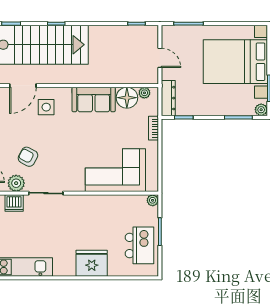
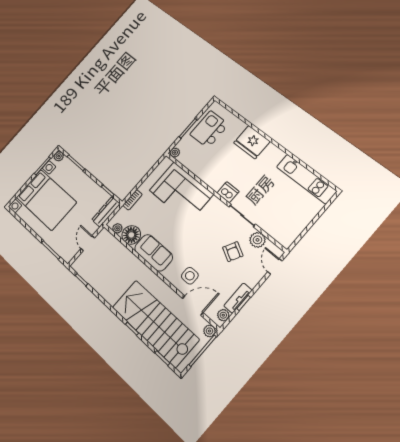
dishwasher: (14, 203) -> (228, 192), moved

